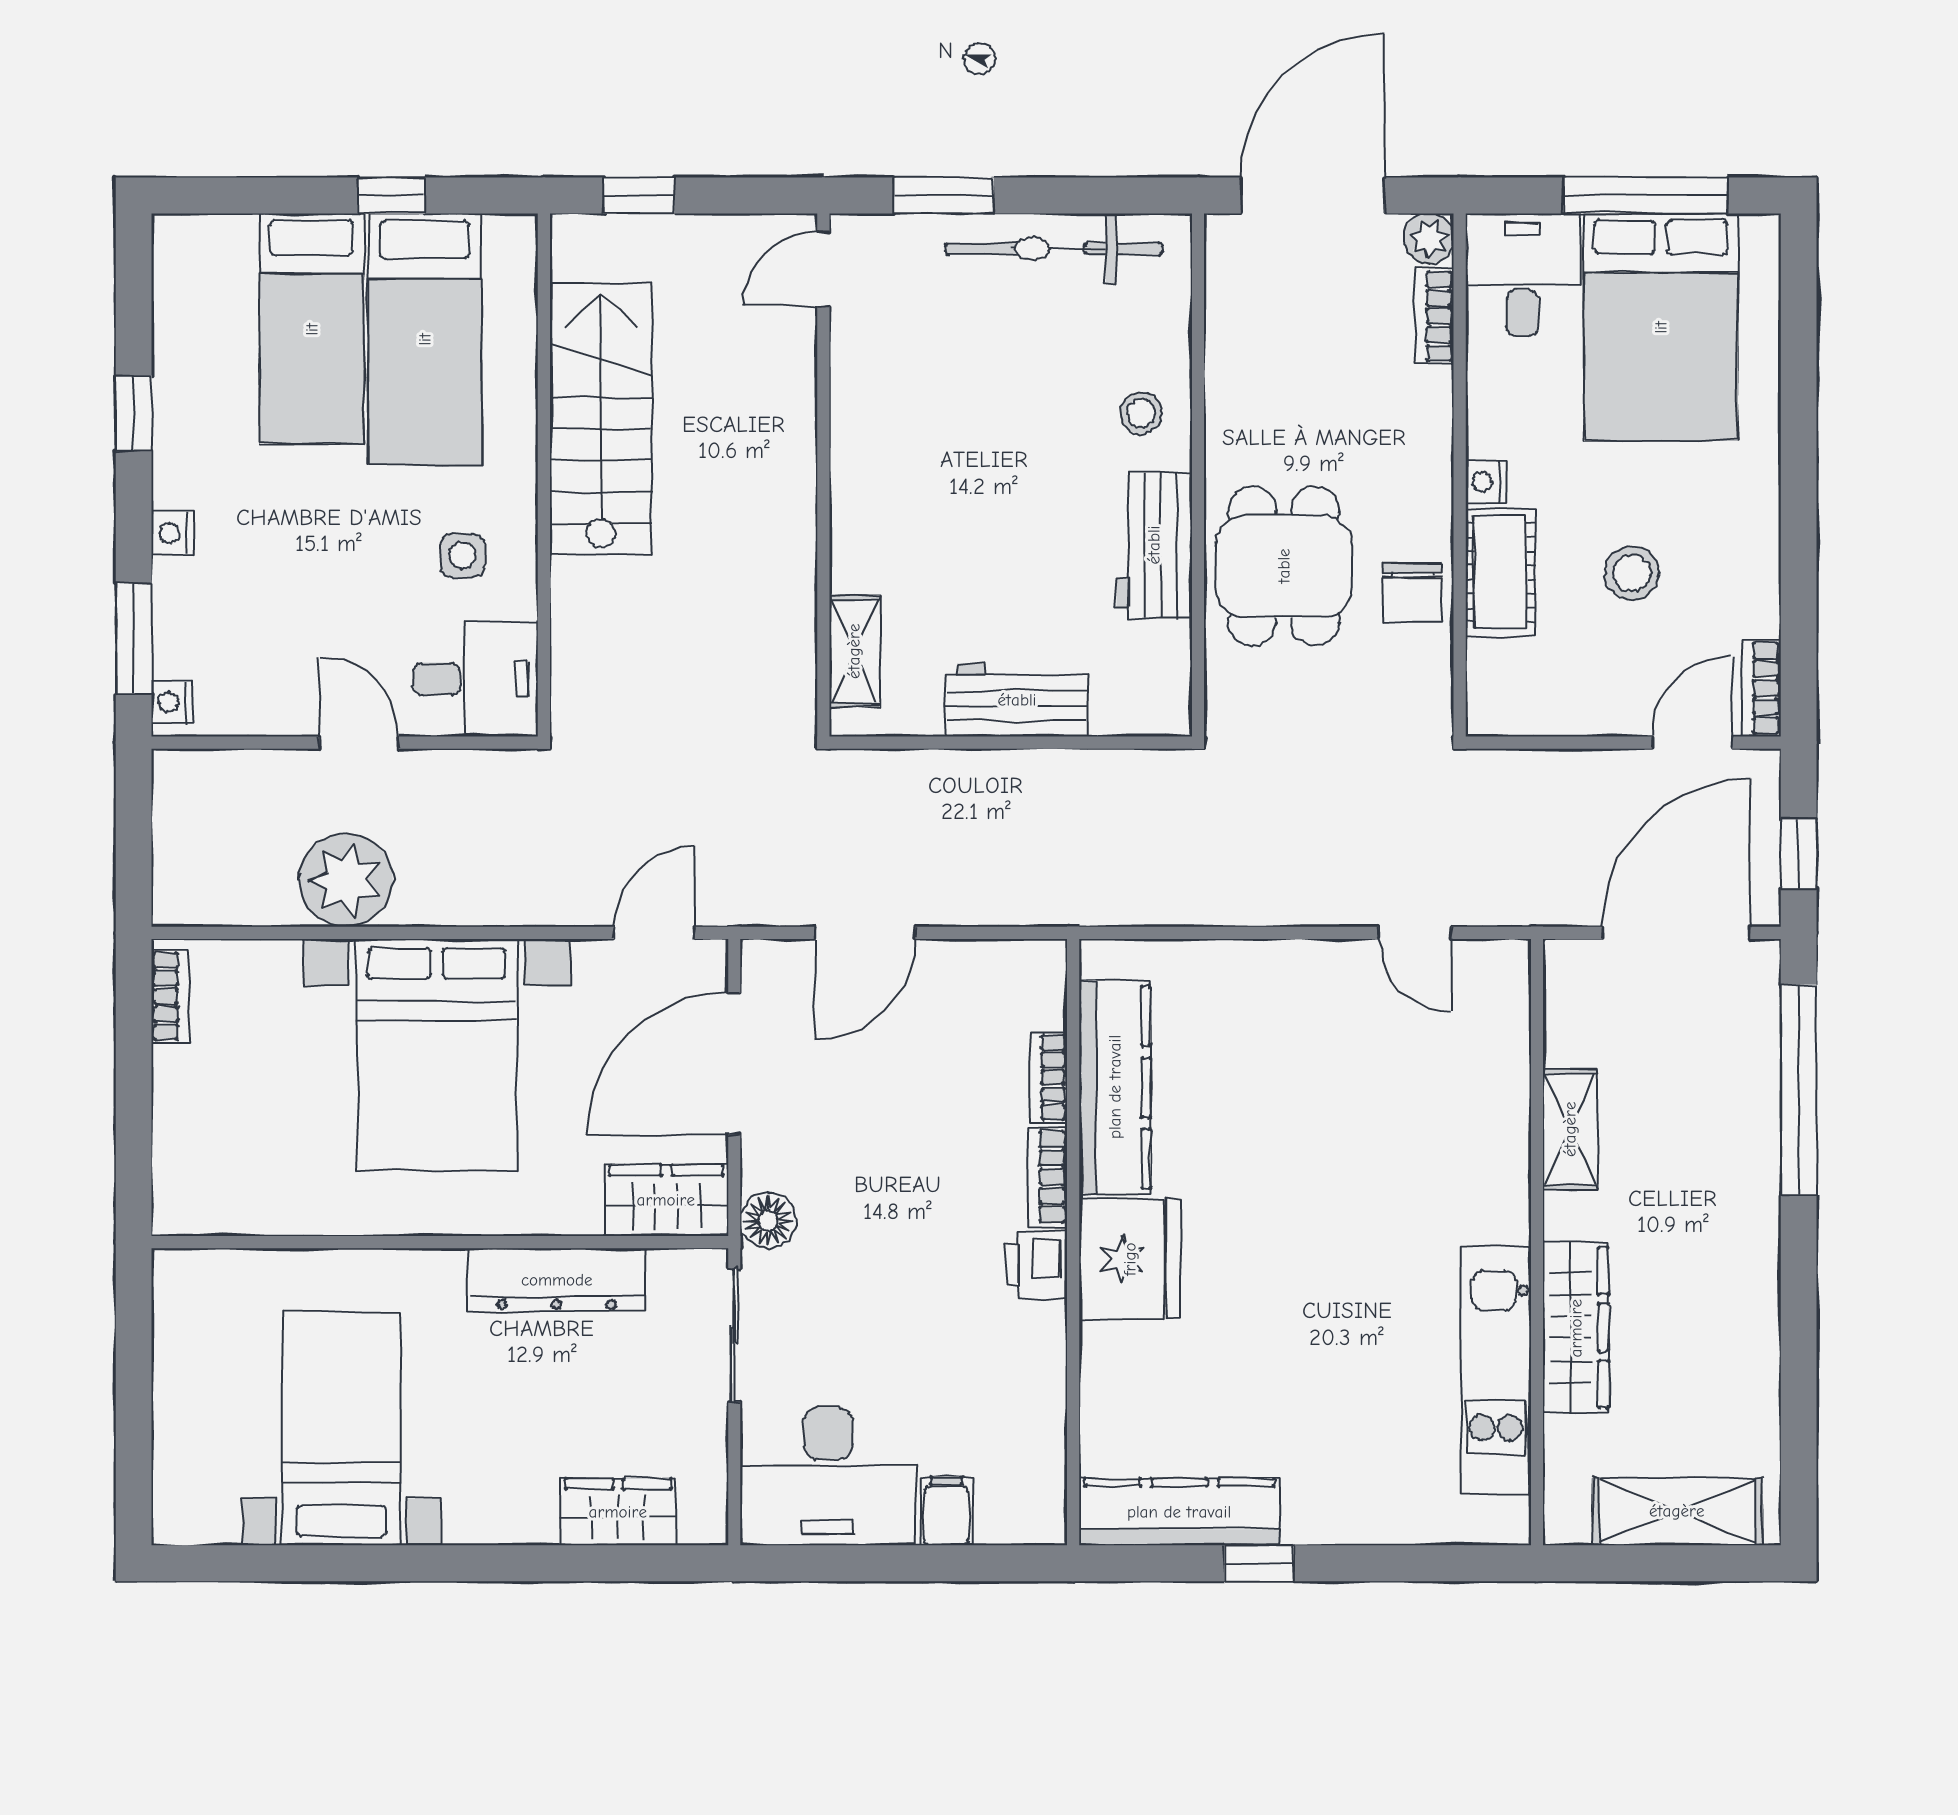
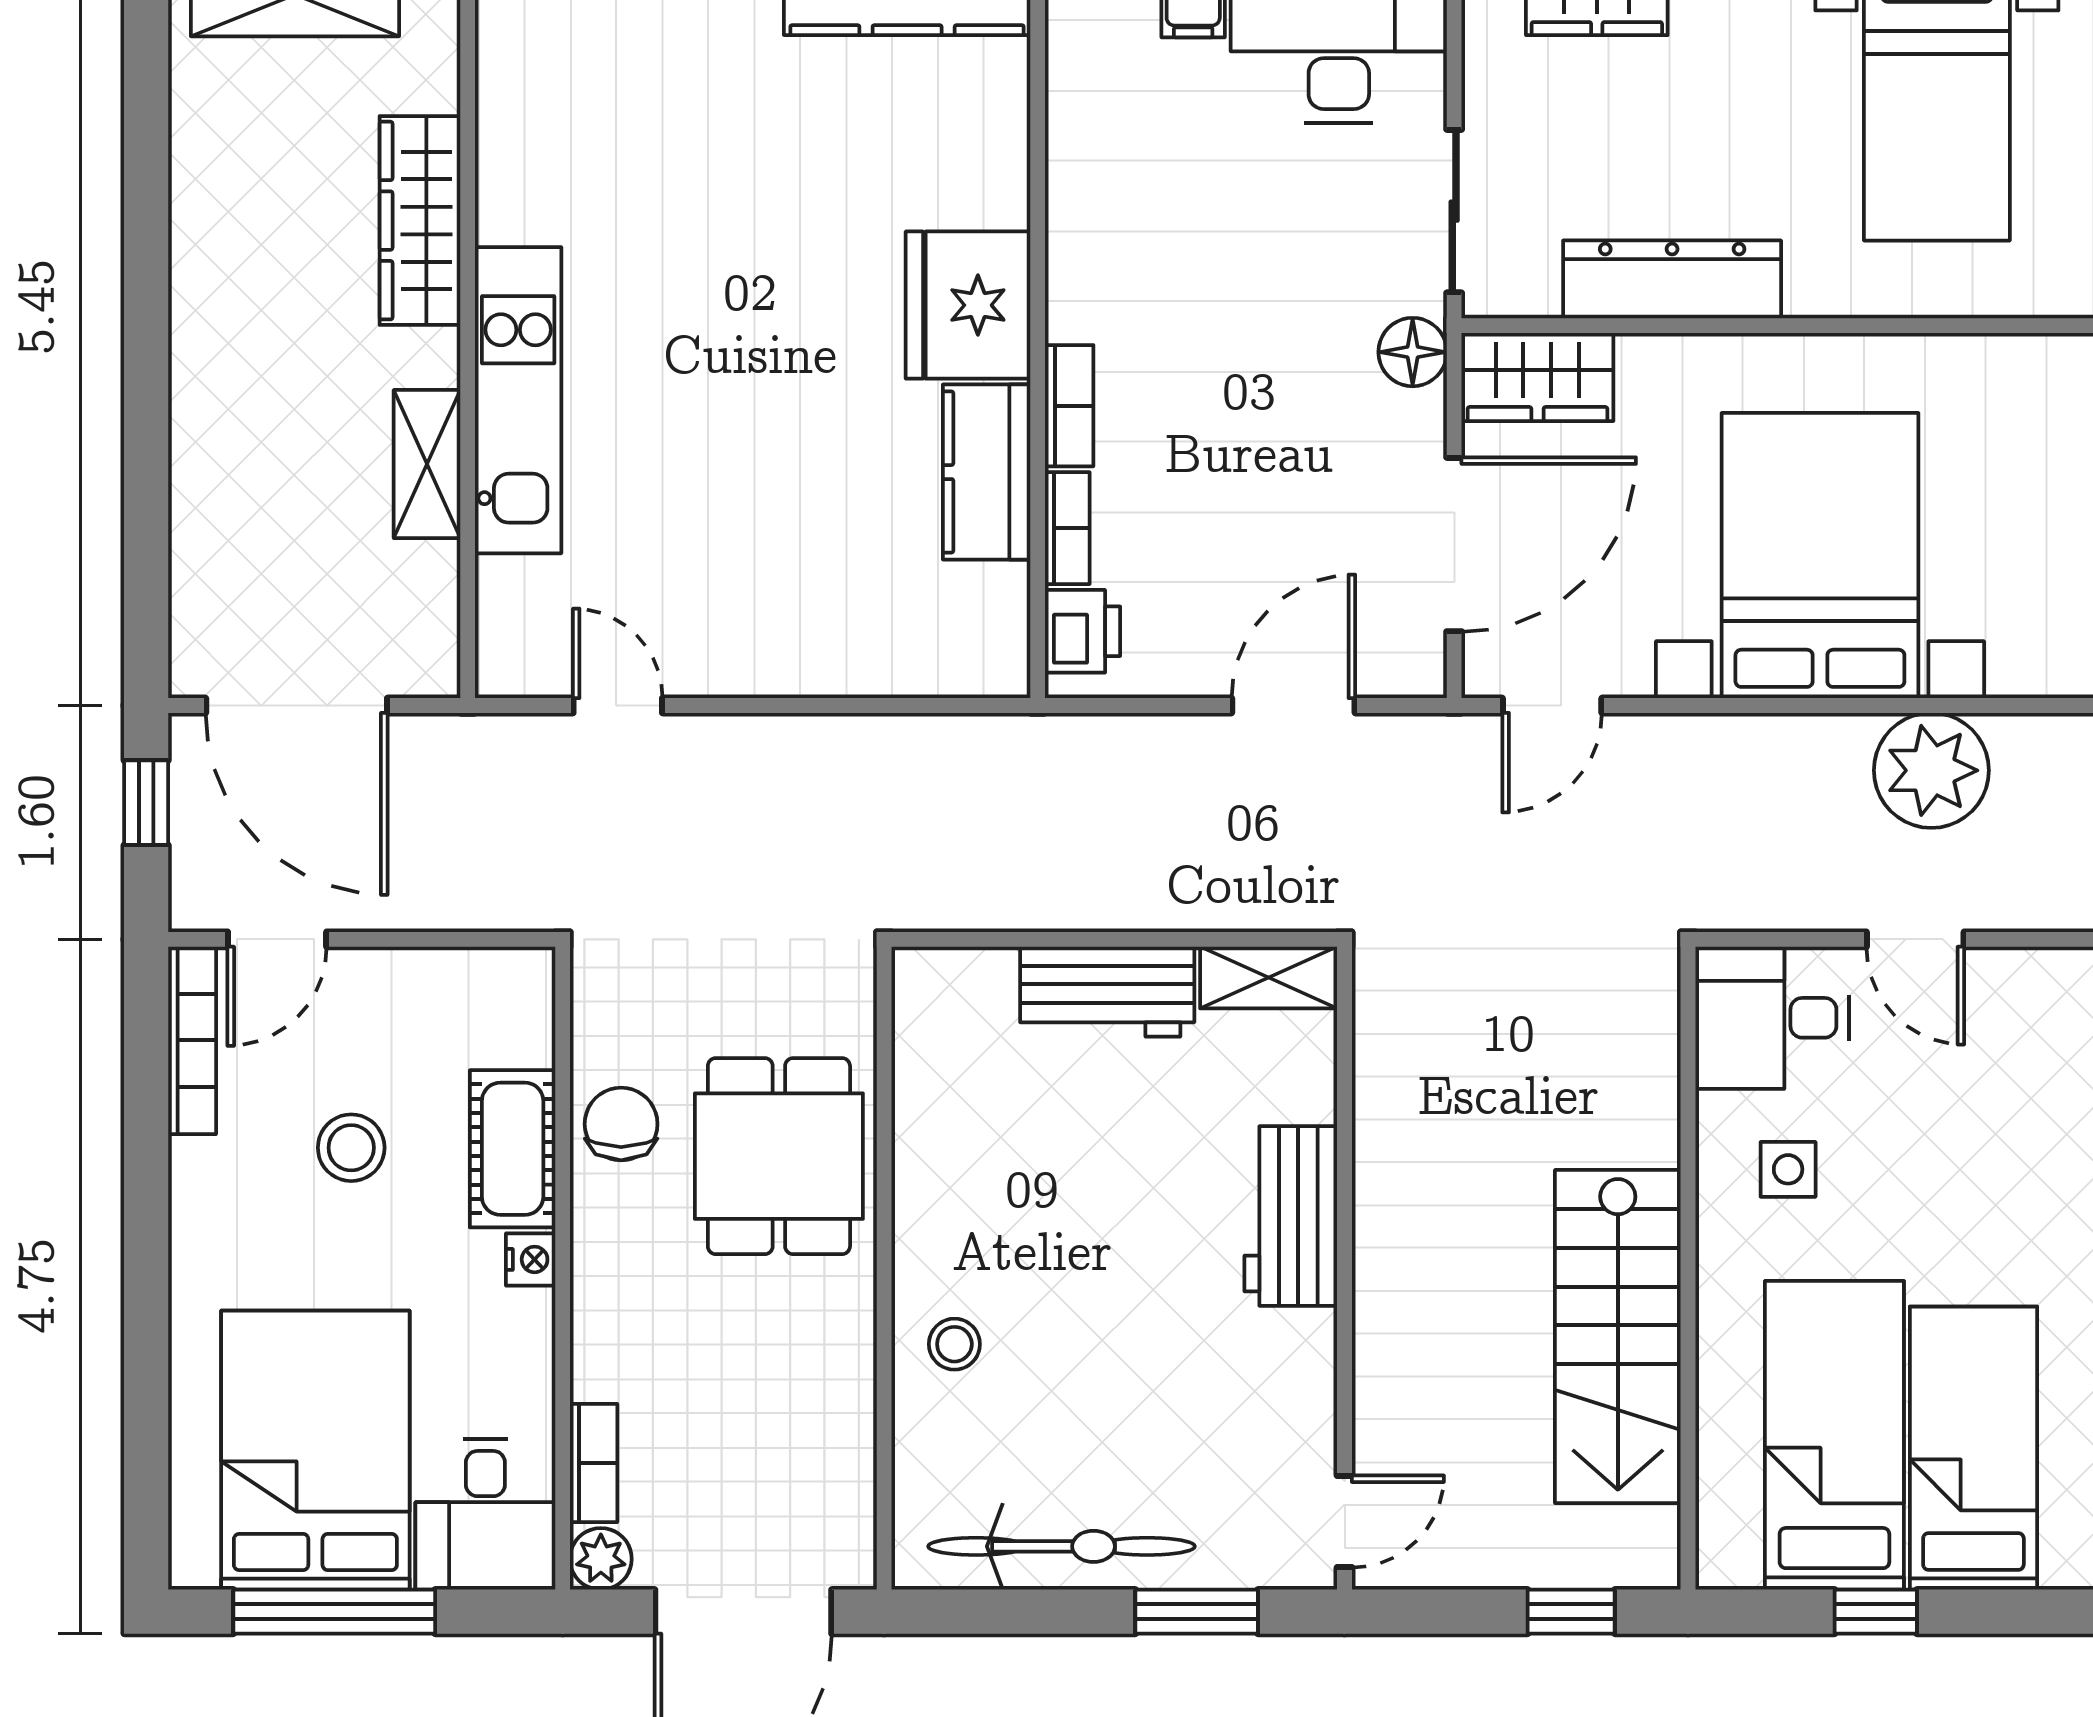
workbench: (1154, 545) -> (1291, 1216), moved, turned 180
shelving: (854, 651) -> (1269, 978), moved, turned 90
bookcase: (1761, 688) -> (192, 1040), width x1.56
door: (1676, 933) -> (297, 706), hinge flipped
kitchen counter: (1115, 1087) -> (987, 472), width x0.67
window: (1799, 1090) -> (146, 513), removed
printer: (1037, 1265) -> (1083, 631), moved
kitchen unit: (1496, 1370) -> (518, 400), moved

